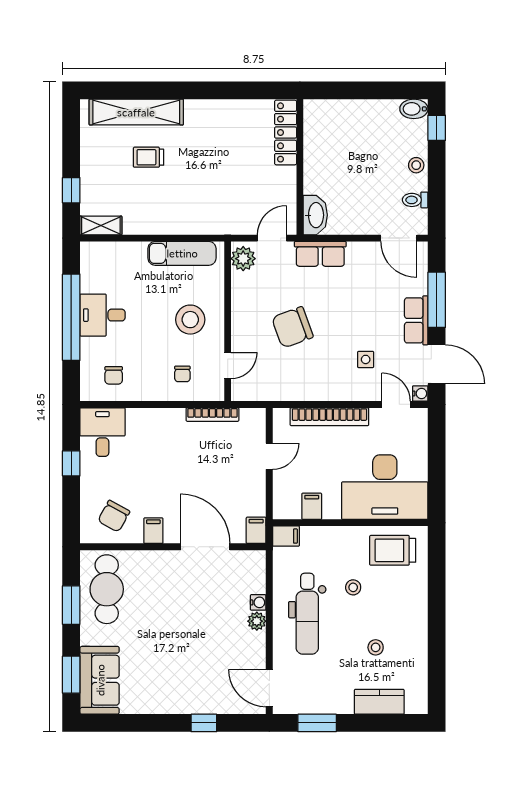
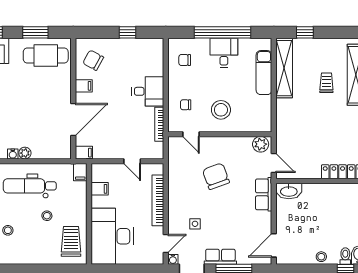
toilet: (415, 200) -> (345, 256), moved
shelving: (101, 225) -> (284, 68), width x2.20, depth x1.33
exam couch: (182, 253) -> (264, 73), moved
desk: (102, 432) -> (148, 91), moved
water cooler: (258, 602) -> (13, 154), moved

